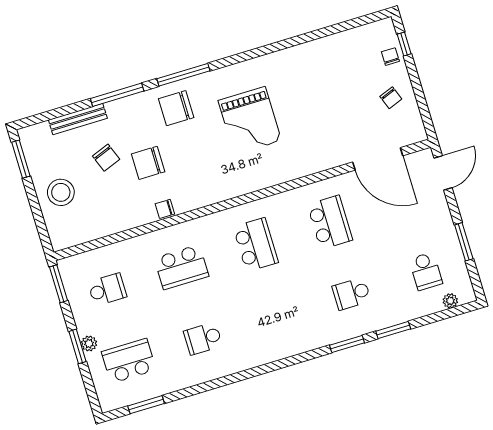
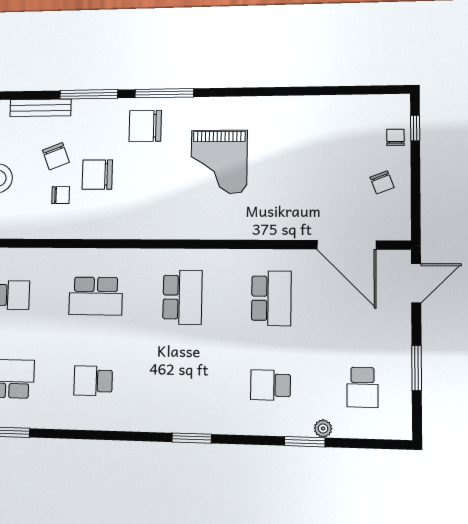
chair: (165, 209) -> (61, 195), moved, turned 180
plant: (450, 301) -> (323, 428), moved
window: (347, 344) -> (192, 438), moved

